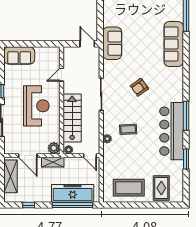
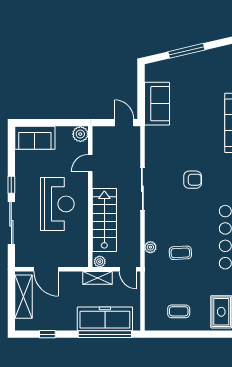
sofa: (112, 43) -> (157, 104), moved
armchair: (139, 87) -> (193, 180), turned -144
coffee table: (128, 129) -> (180, 253), moved
plant: (54, 148) -> (80, 134), moved
shelving: (53, 162) -> (98, 278), moved
coffee table: (129, 188) -> (179, 311), width x0.54, depth x0.58

